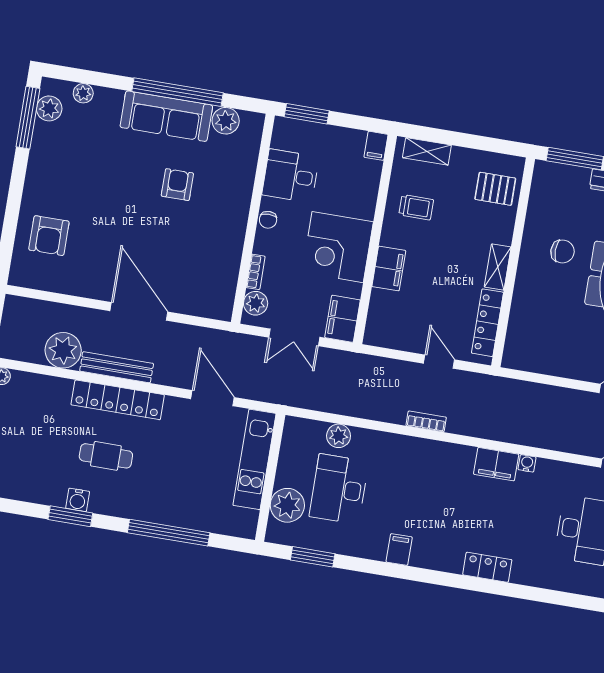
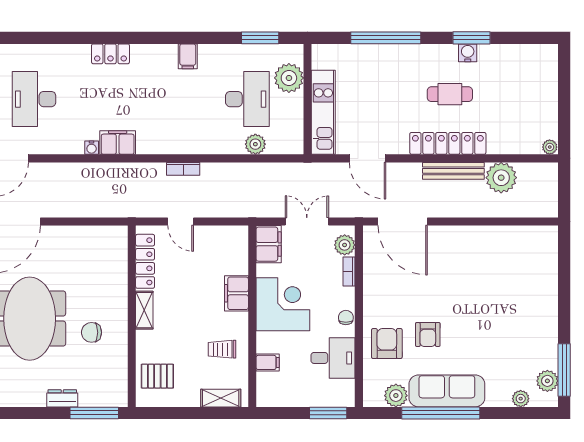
filing cabinet: (376, 146) -> (268, 362), moved, turned 90
armchair: (49, 236) -> (387, 344), moved
door: (139, 311) -> (403, 221), moved

